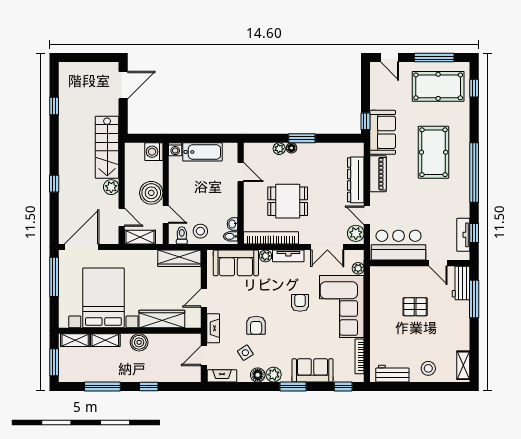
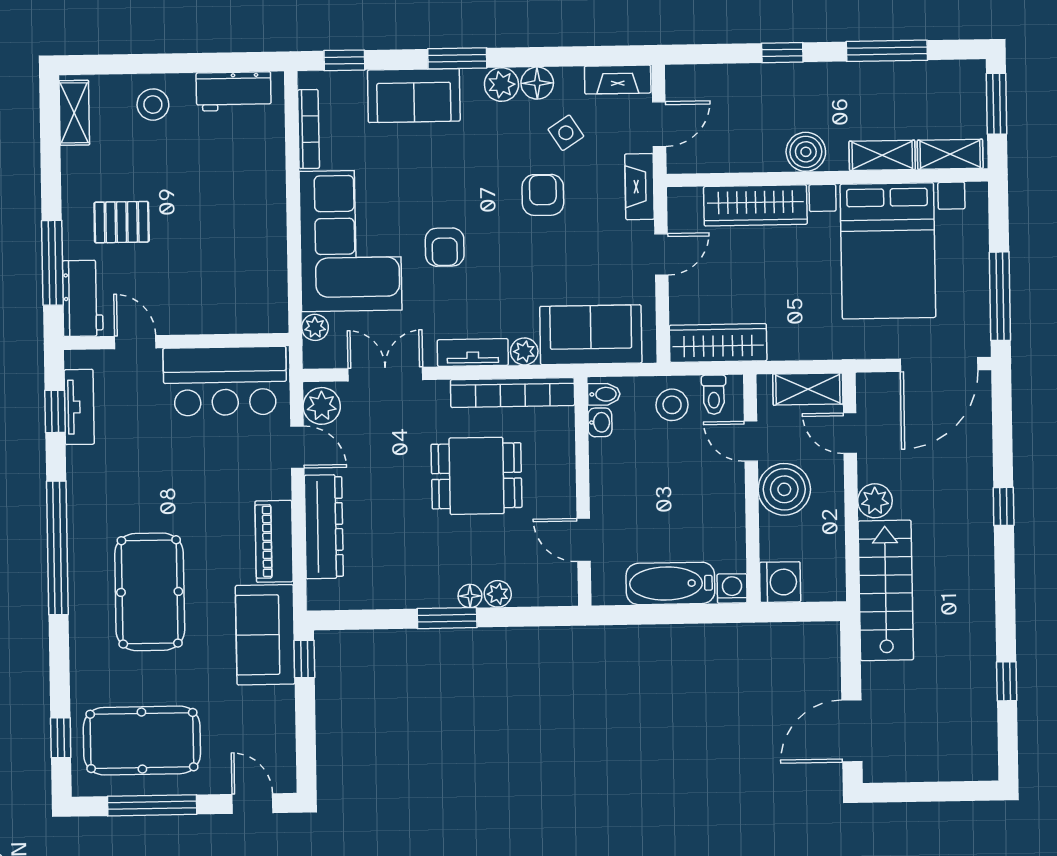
pallet: (415, 307) -> (122, 222), moved

